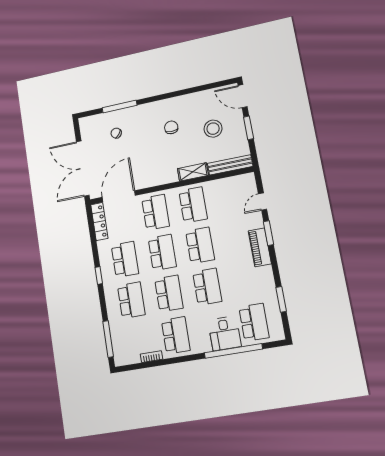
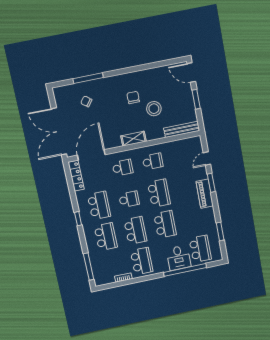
stool: (213, 129) -> (154, 109), moved
shelving: (193, 172) -> (133, 139), moved
school desk: (193, 205) -> (153, 161), width x0.54
school desk: (156, 212) -> (123, 168), width x0.54
school desk: (162, 252) -> (129, 199), width x0.54

